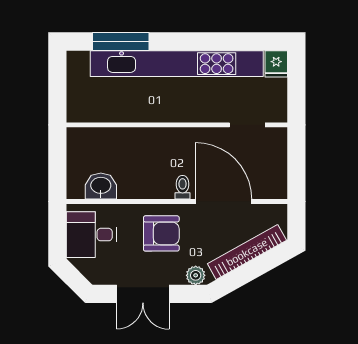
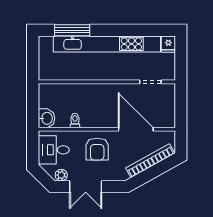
washbasin: (101, 186) -> (47, 118), moved, turned 90
toilet: (183, 187) -> (75, 121), moved
armchair: (161, 233) -> (97, 149), turned 90
plant: (196, 275) -> (61, 175), moved

